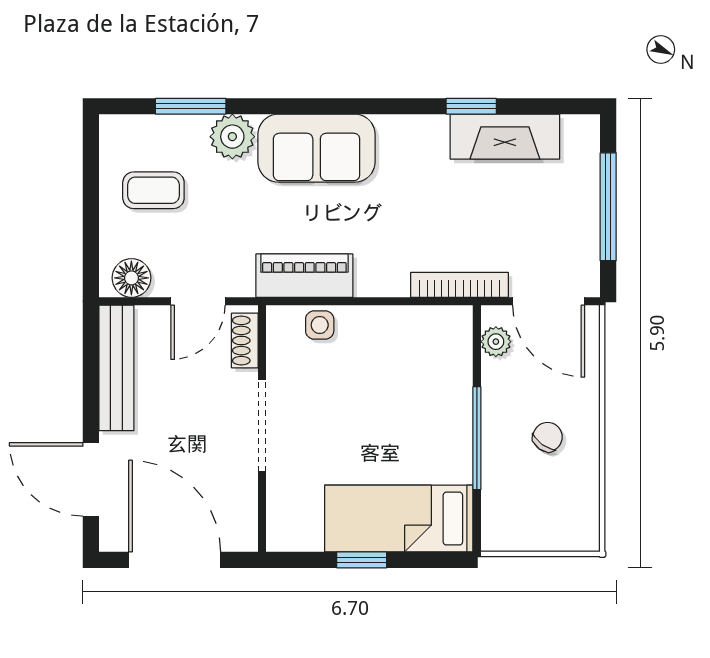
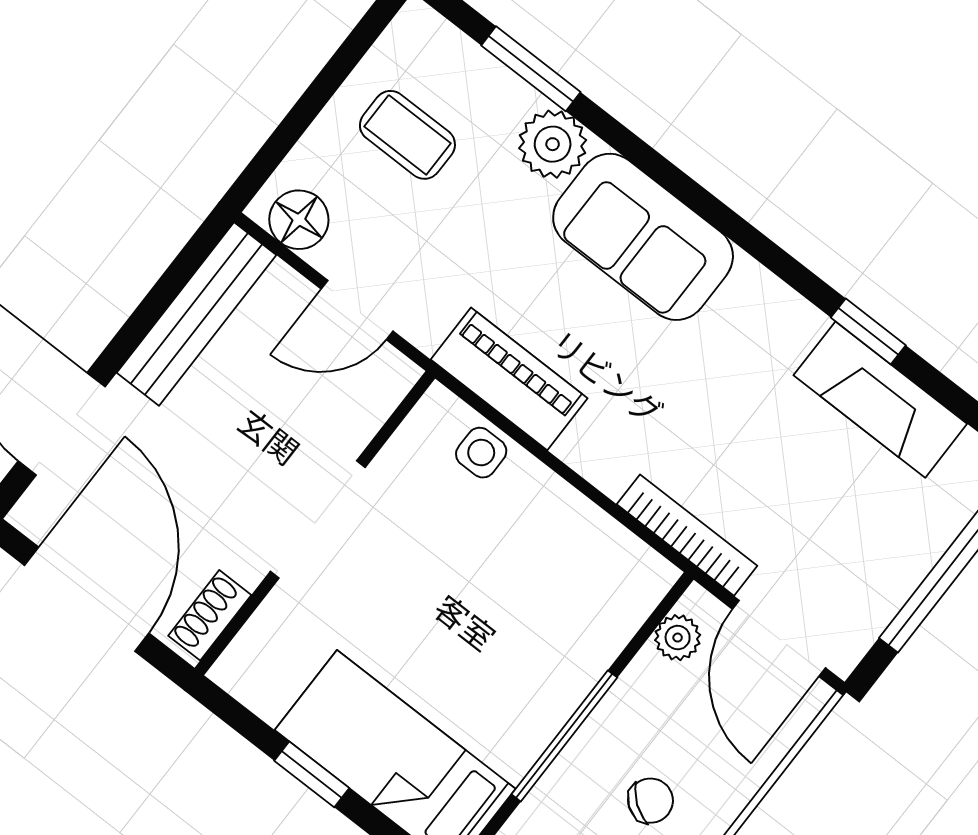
shoe rack: (245, 341) -> (210, 615), moved

